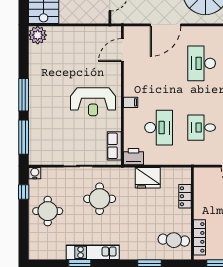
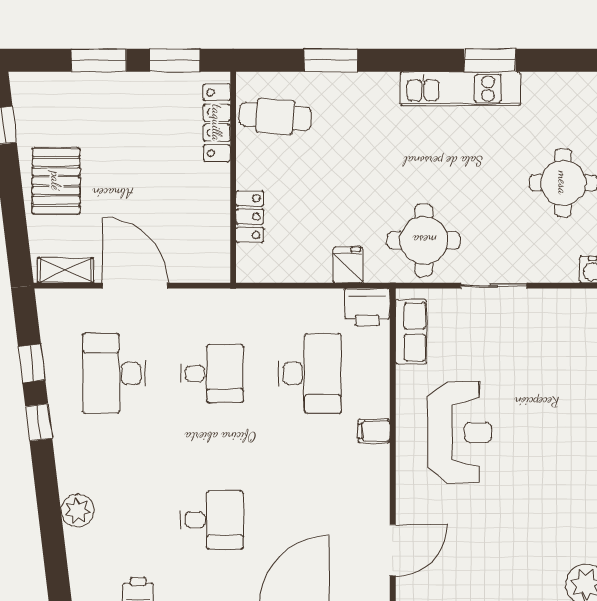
desk: (202, 63) -> (212, 520), width x0.73
reception desk: (93, 102) -> (460, 432), turned 90
desk: (159, 128) -> (310, 373), turned 180
fridge: (148, 178) -> (348, 265), width x0.53, depth x0.75
round table: (100, 199) -> (424, 240), moved

